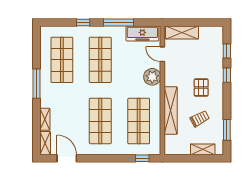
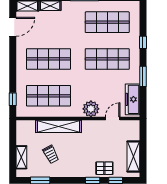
window: (118, 23) -> (143, 76), width x0.69
shelving: (182, 33) -> (133, 156), moved
pallet: (201, 87) -> (104, 168), moved

